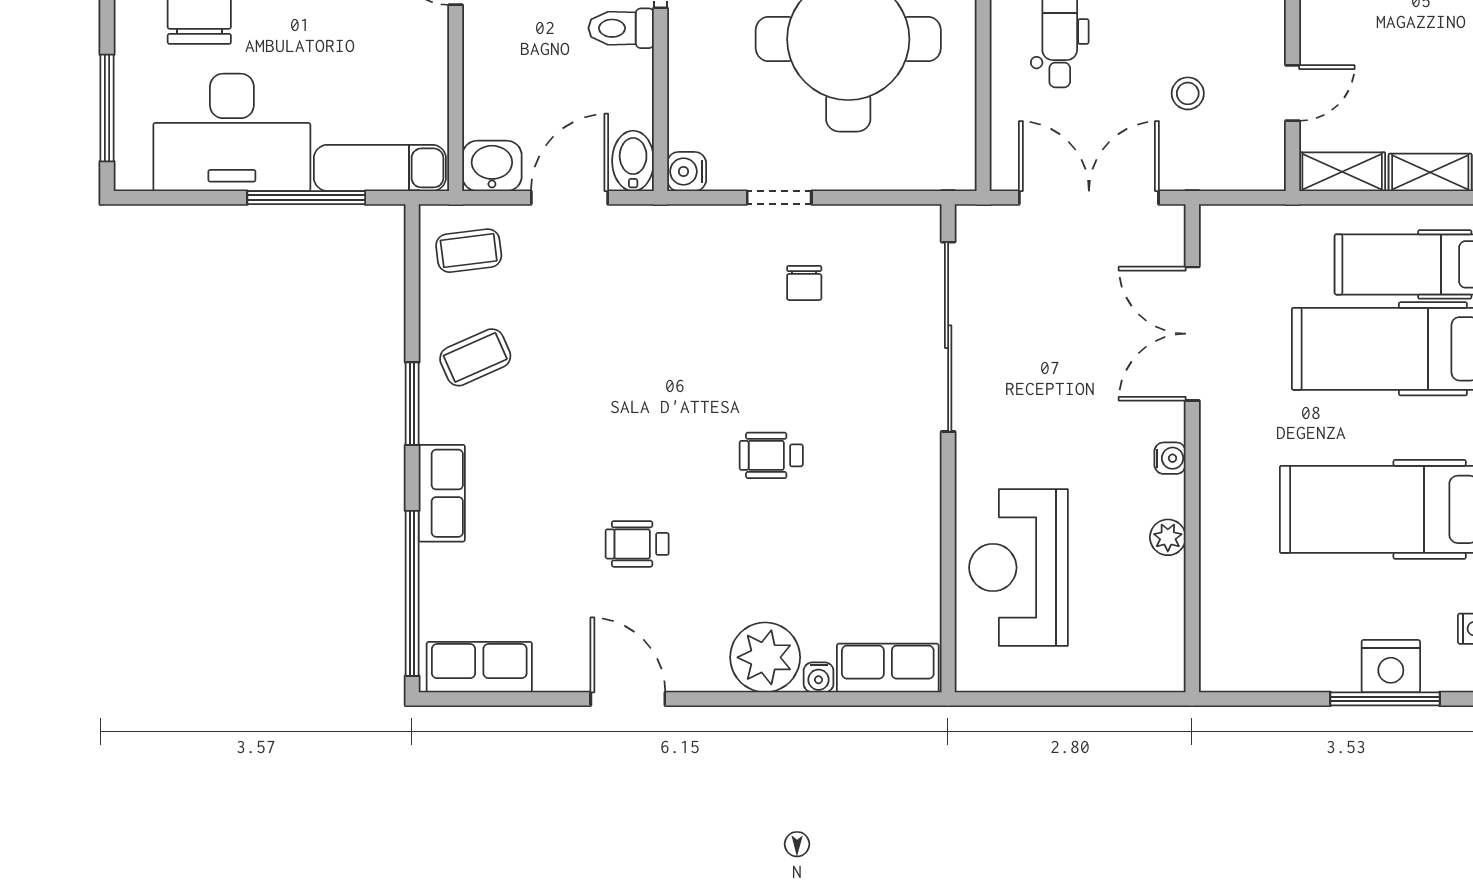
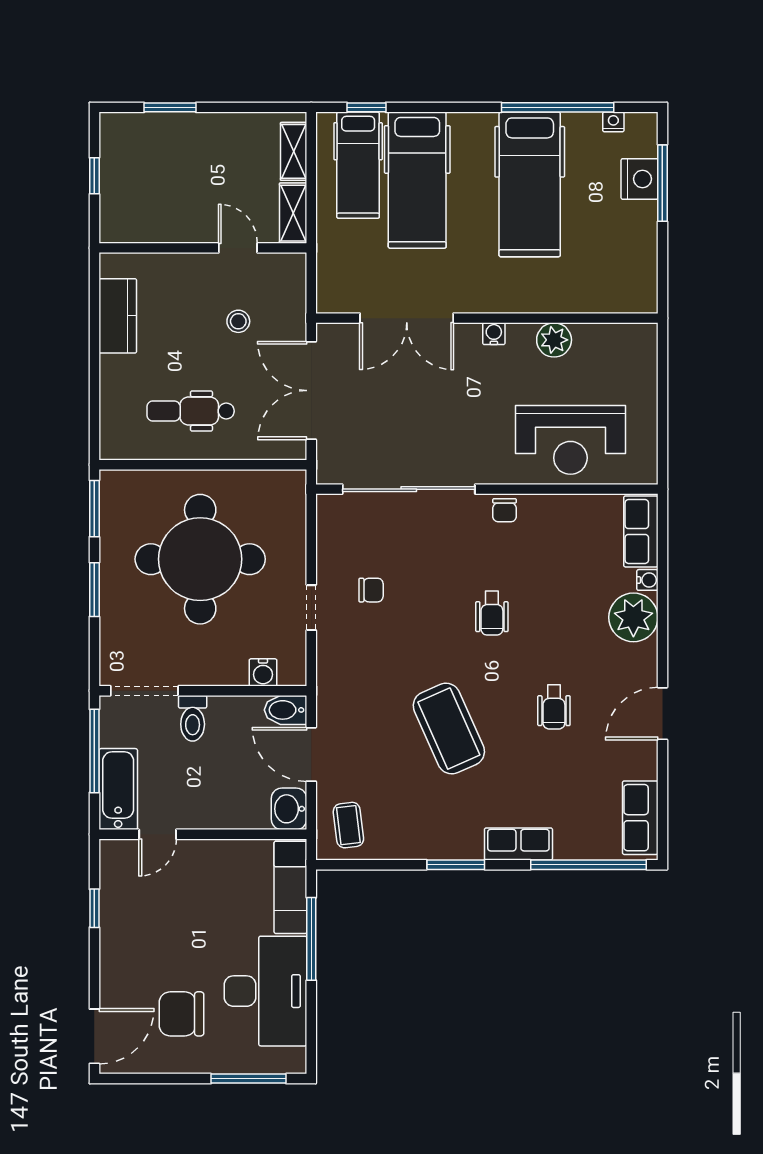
water cooler: (687, 171) -> (263, 672), moved
coffee table: (475, 357) -> (449, 729), moved, width x1.86, depth x1.72
chair: (918, 473) -> (505, 510), added
plant: (1168, 537) -> (554, 340), width x1.38, depth x1.38

